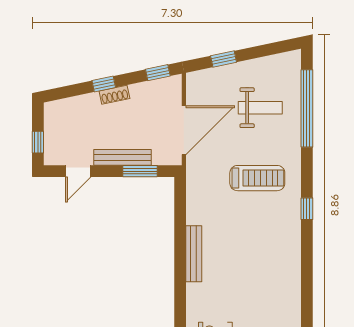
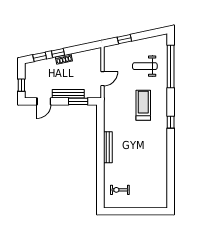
window: (158, 73) -> (40, 57), moved
weight bench: (260, 108) -> (145, 66), turned 180
door: (184, 130) -> (102, 79), width x0.53
treadmill: (257, 178) -> (143, 105), turned -90

